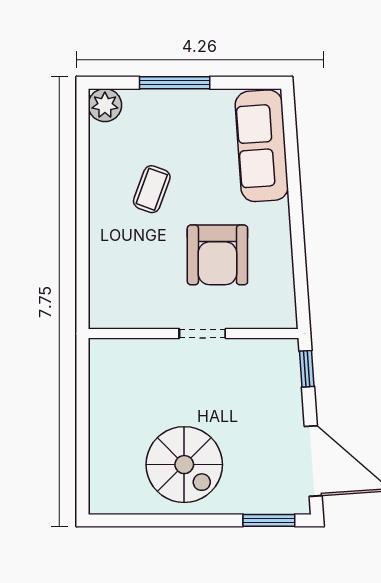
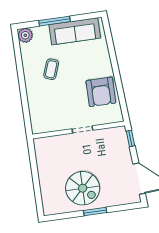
sofa: (262, 146) -> (75, 31), moved, turned -86
armchair: (217, 255) -> (101, 92), moved
window: (269, 520) -> (95, 211), moved

